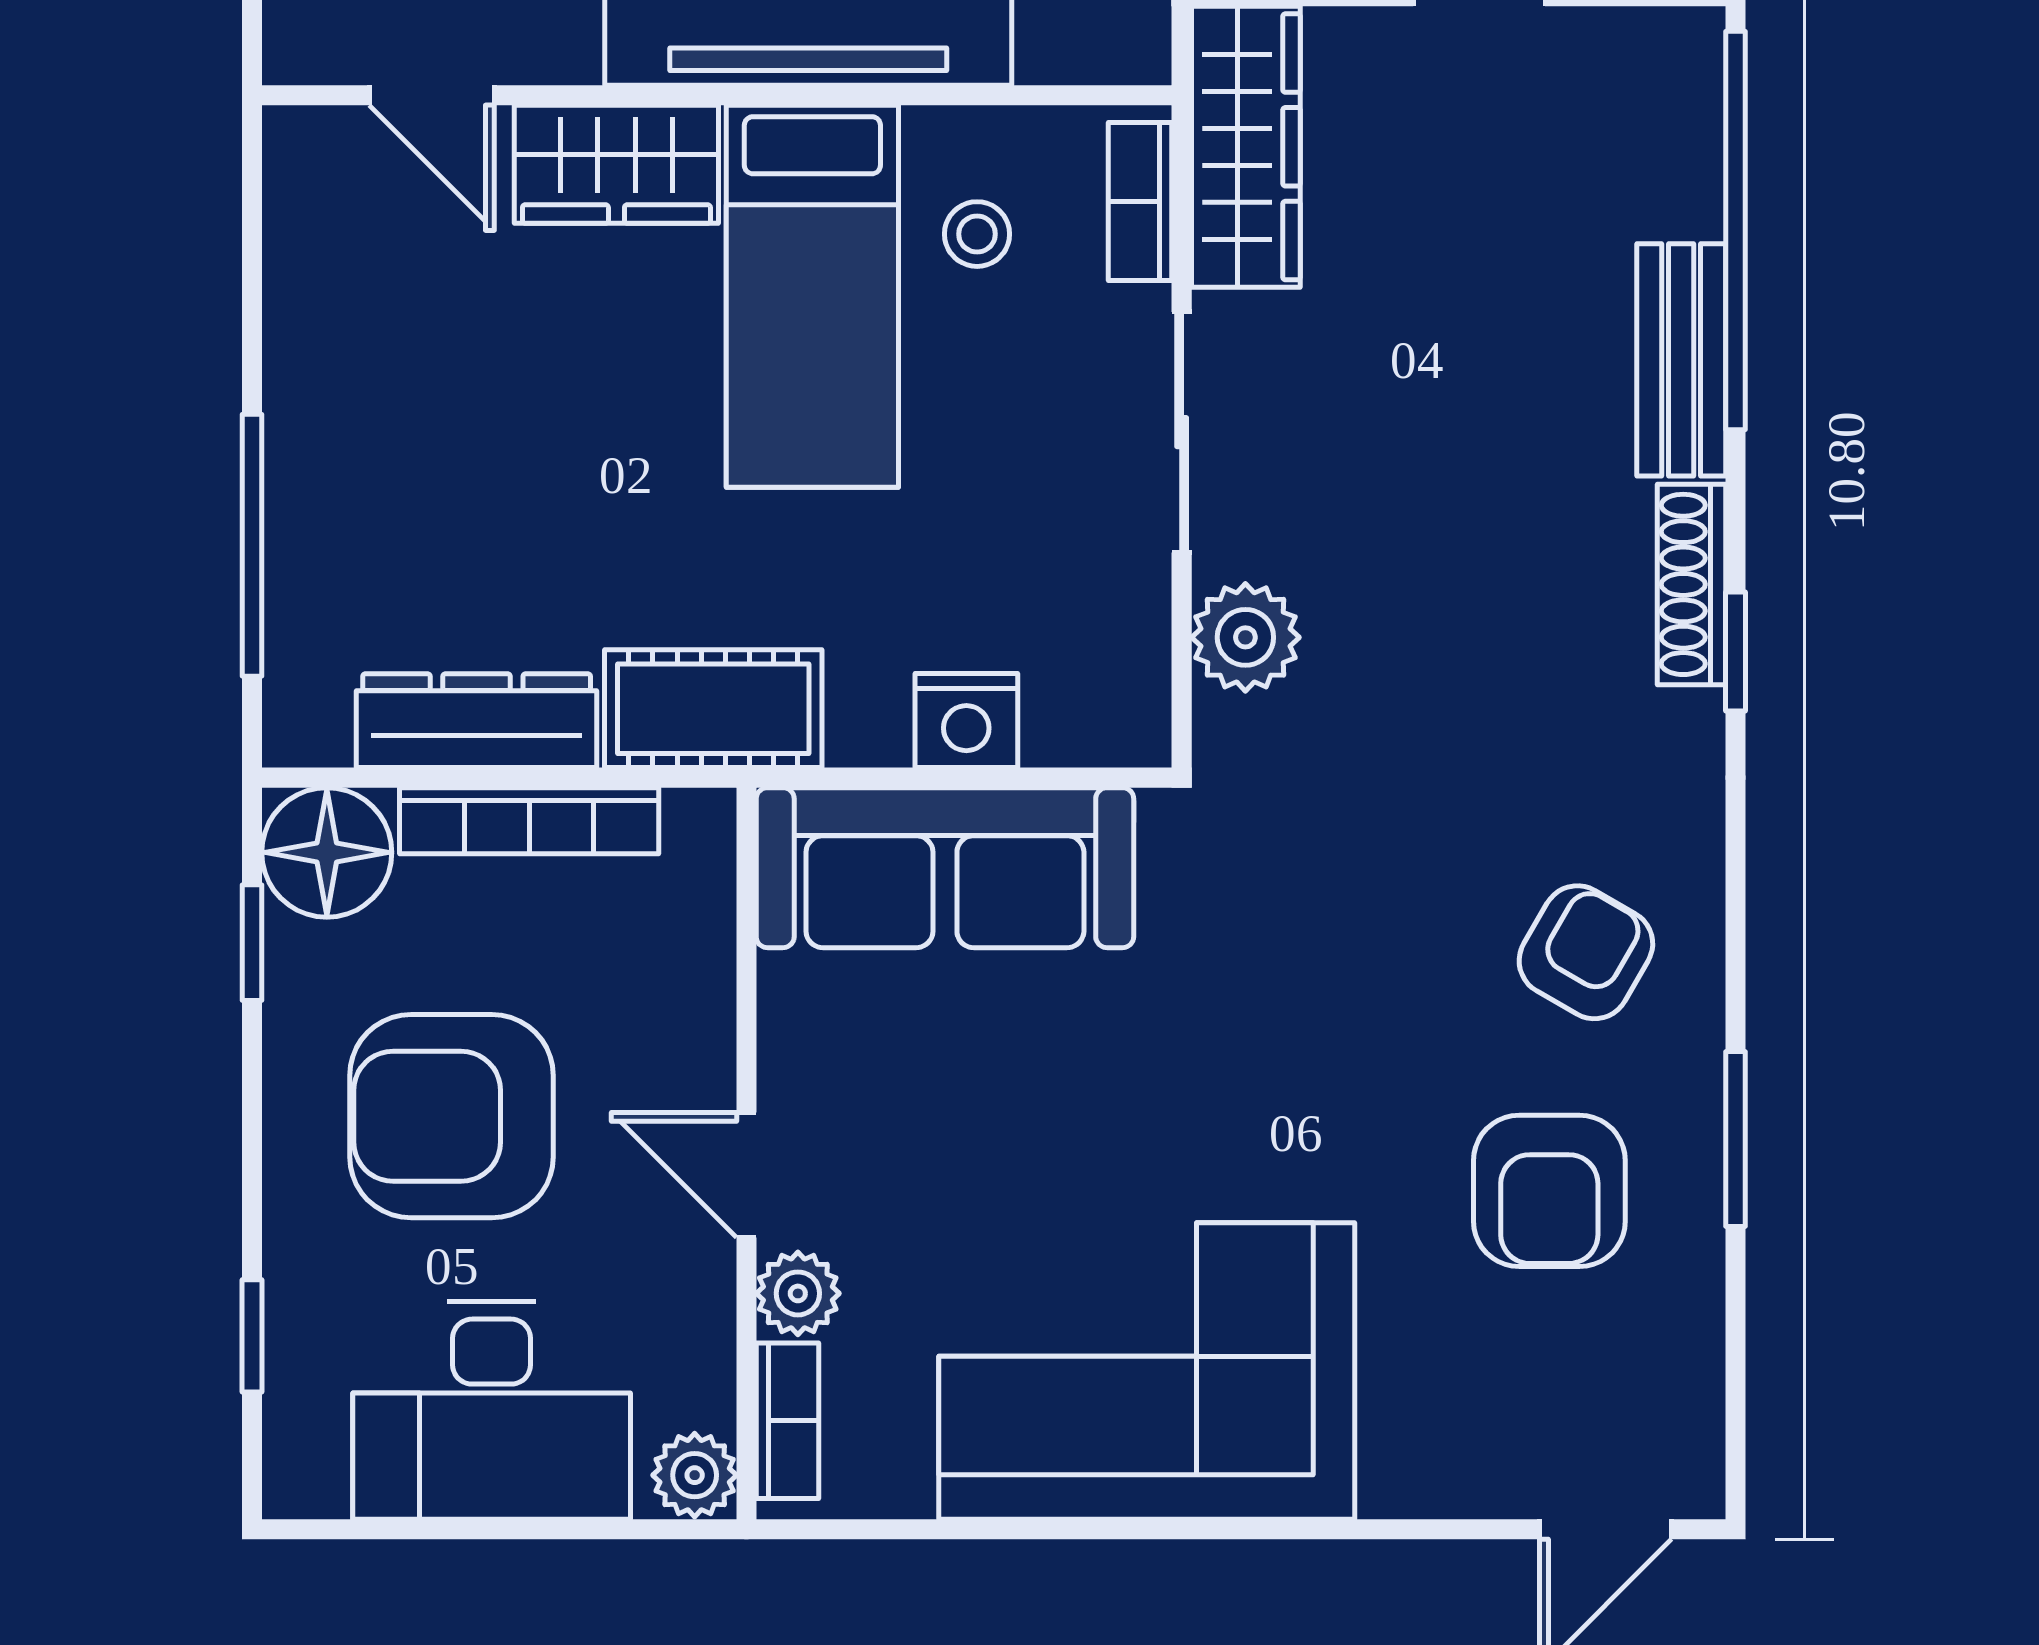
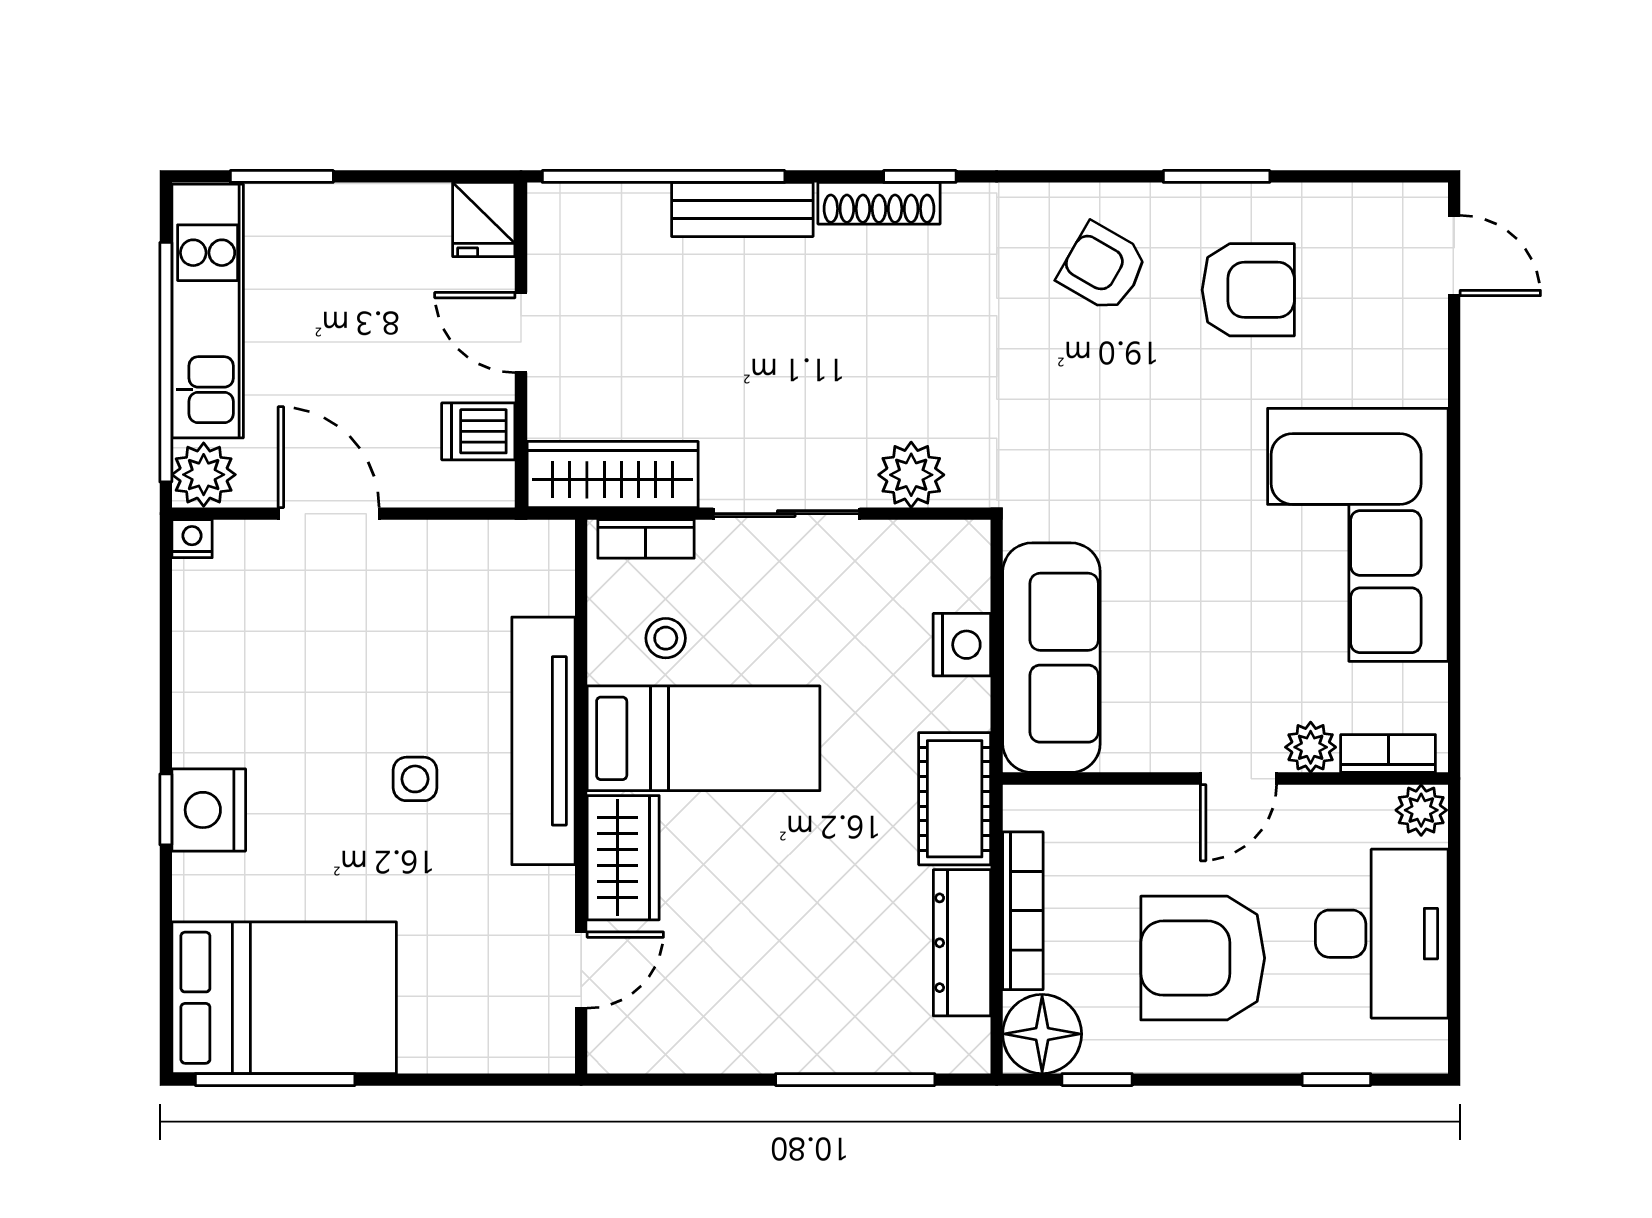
armchair: (451, 1116) -> (1203, 958), turned 90

